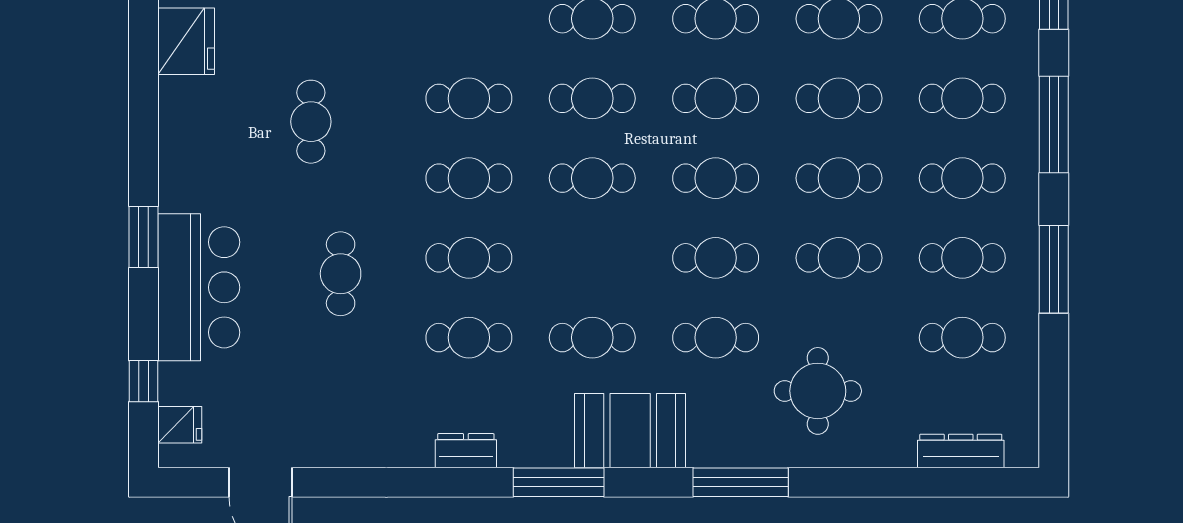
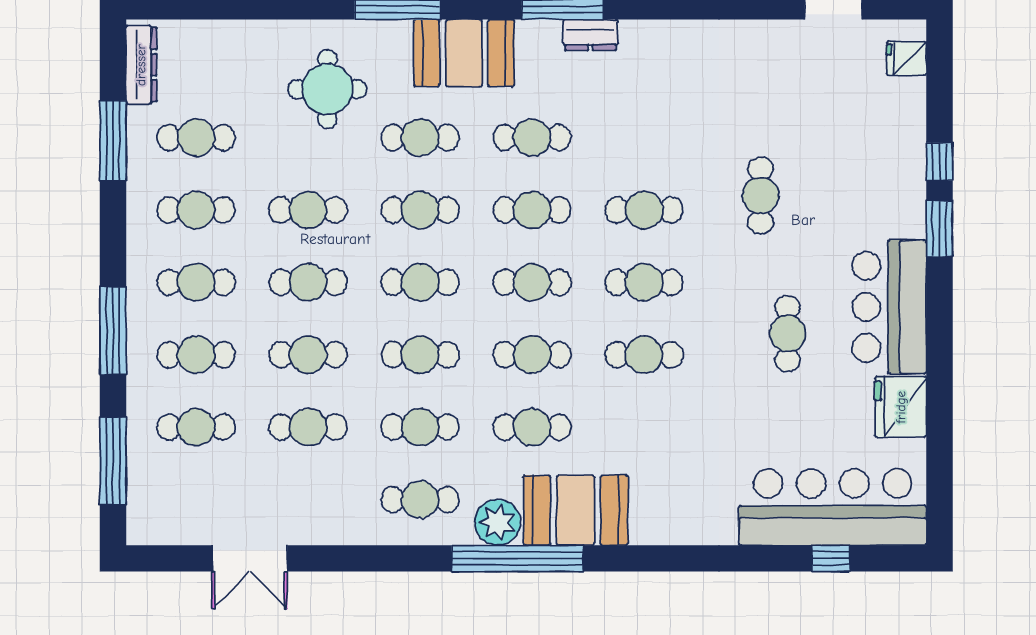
window: (1054, 269) -> (113, 141), moved
bar counter: (199, 287) -> (889, 307), moved
cafe table: (469, 338) -> (532, 210), moved
window: (143, 381) -> (940, 162), moved
booth: (630, 431) -> (464, 53), moved
dresser: (466, 451) -> (590, 35), moved
dresser: (961, 451) -> (141, 65), moved, turned -90

